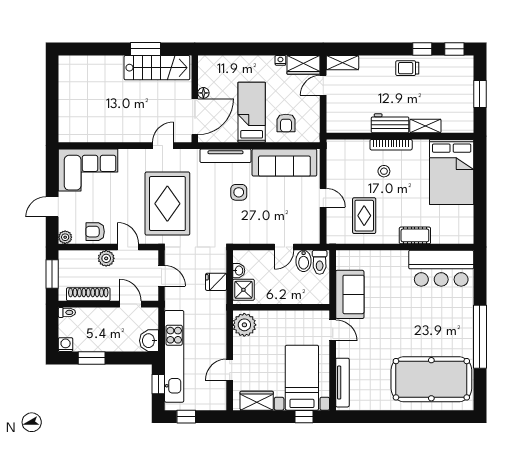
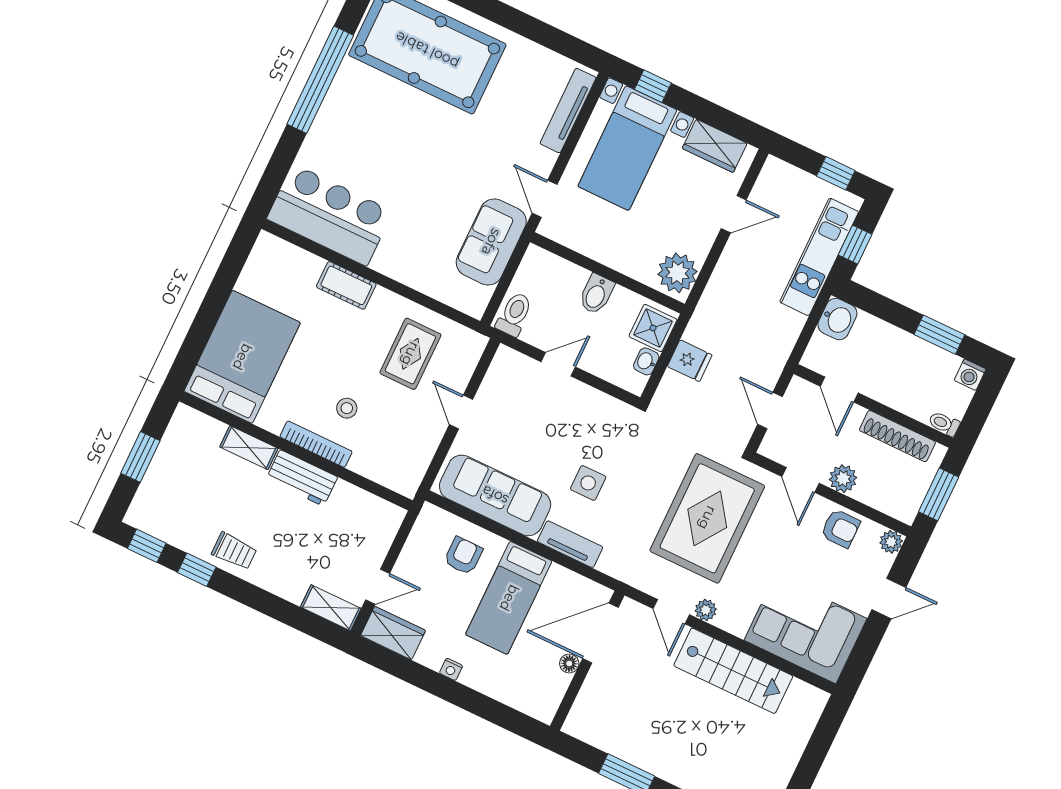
nightstand: (280, 60) -> (451, 669), moved
stairs: (157, 68) -> (733, 671), moved, turned 180
door: (163, 146) -> (671, 612), hinge flipped
plant: (145, 155) -> (706, 610), added
tv unit: (225, 156) -> (570, 544), width x0.71
bidet: (304, 261) -> (596, 294), moved, turned 180
kitchen unit: (174, 356) -> (819, 257), width x0.73

